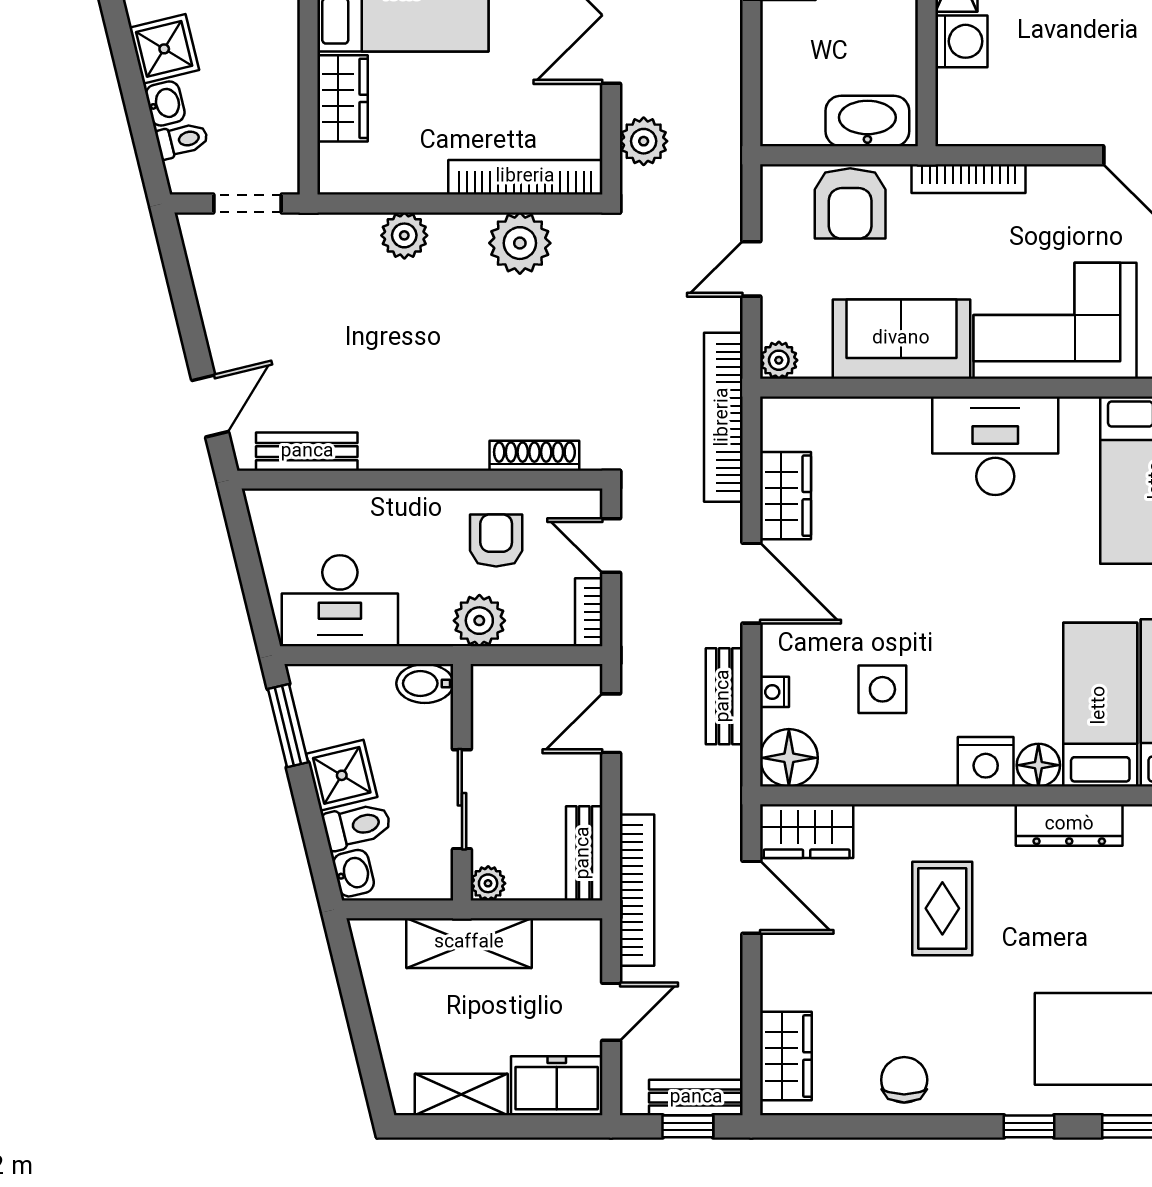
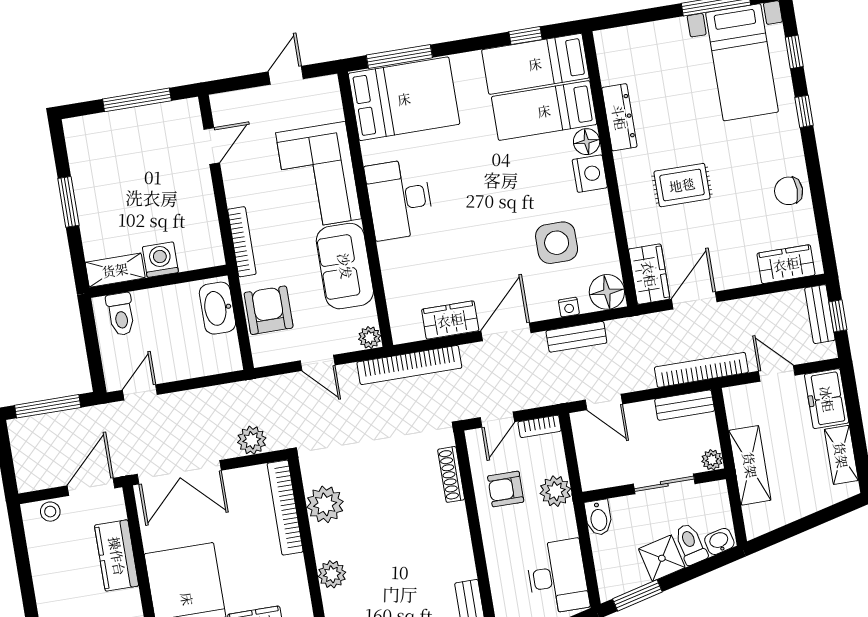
armchair: (850, 203) -> (269, 310), turned -90
side table: (882, 689) -> (557, 243), width x1.37, depth x1.37

